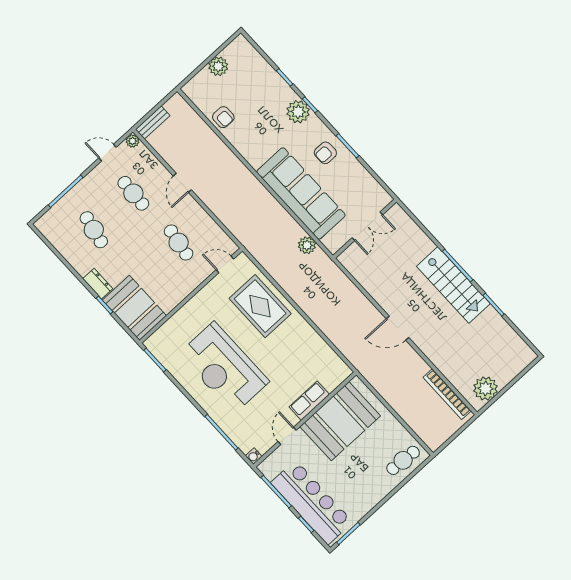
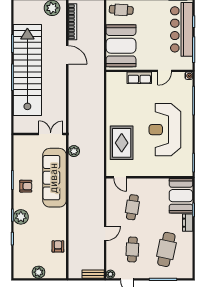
double door: (367, 226) -> (51, 134), moved
cafe table: (94, 230) -> (166, 249), width x1.37, depth x1.35
stairs: (453, 285) -> (27, 70), width x1.86, depth x1.51
door: (397, 328) -> (67, 55), moved
reception desk: (224, 368) -> (165, 130), turned 180
booth: (340, 421) -> (121, 46), moved, turned 90

